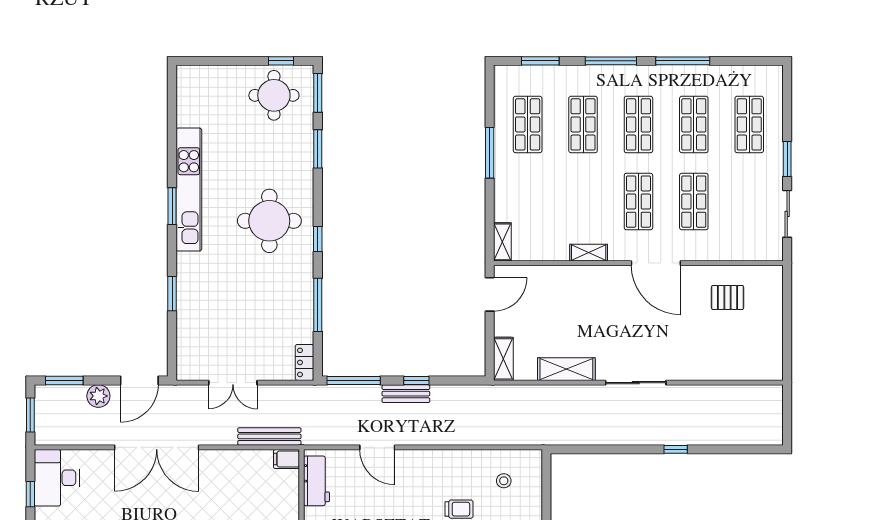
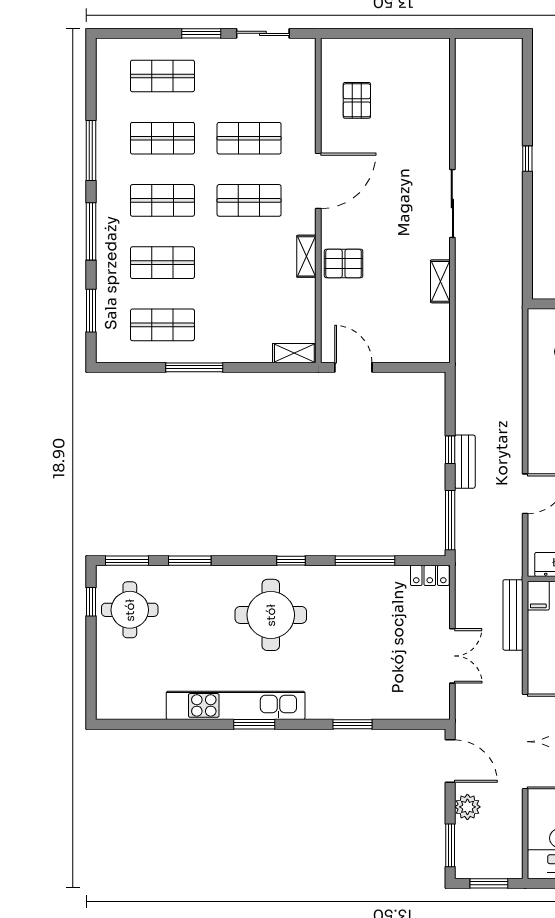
pallet: (582, 286) -> (344, 263), added
shelving: (503, 359) -> (426, 352), removed
shelving: (566, 369) -> (440, 281), width x0.67, depth x0.75

